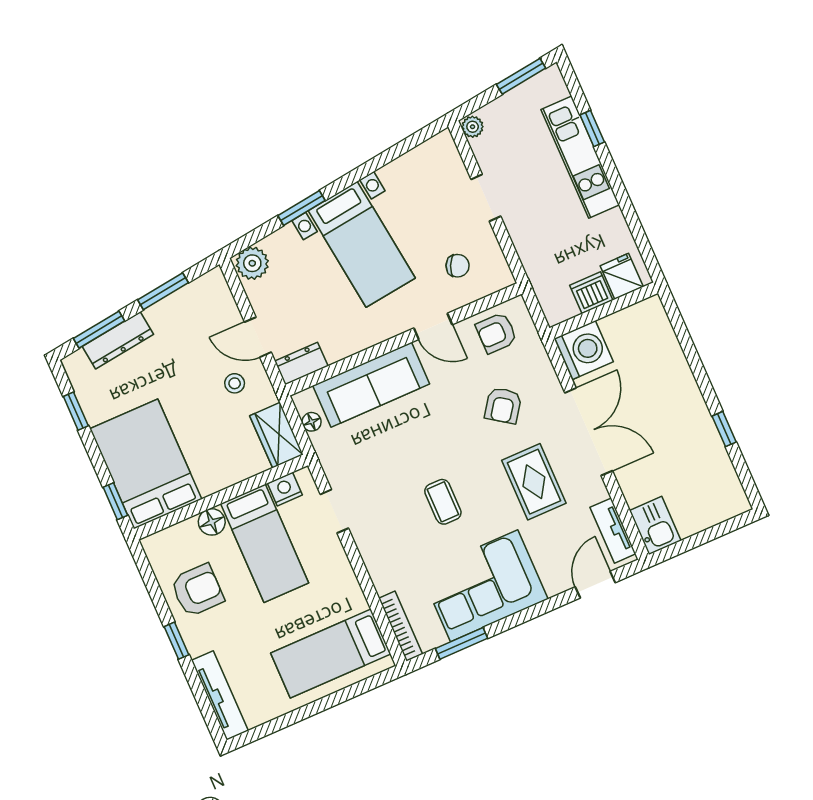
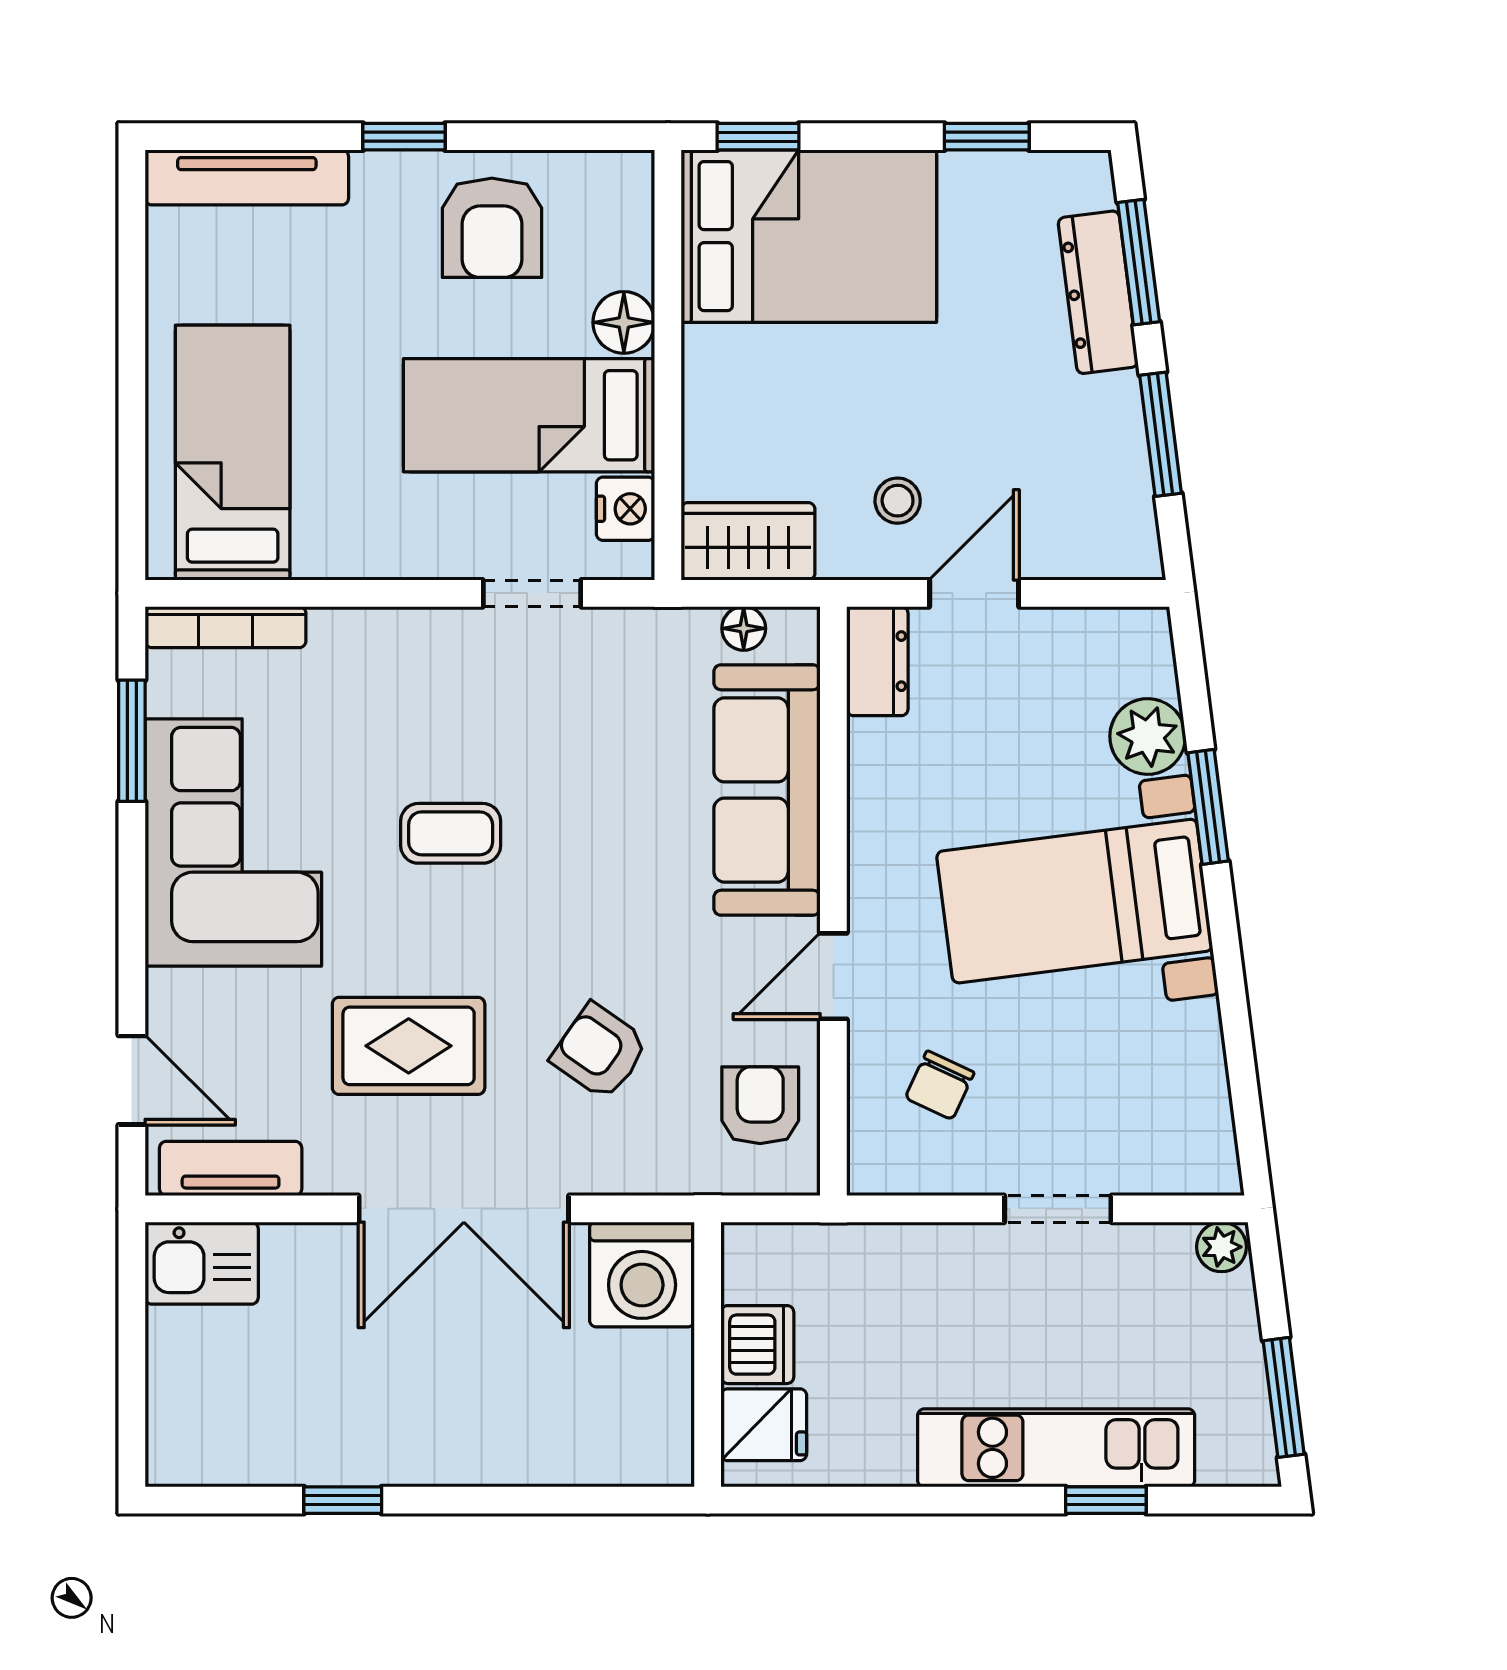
plant: (252, 263) -> (1148, 736), moved

